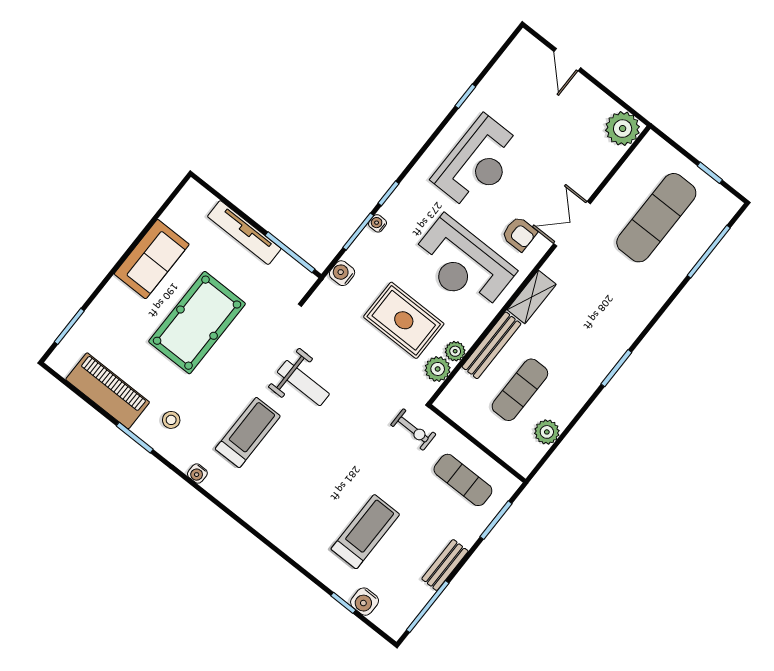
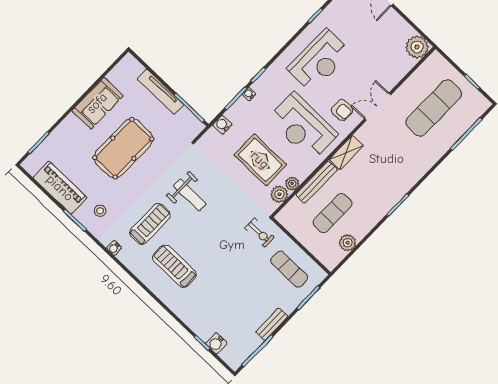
treadmill: (365, 532) -> (175, 266), moved, turned -90

